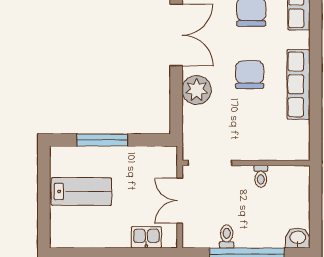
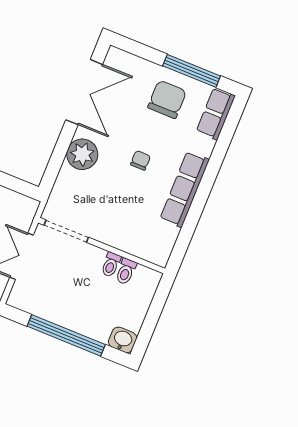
chair: (250, 75) -> (140, 160), width x0.54, depth x0.54
toilet: (227, 237) -> (126, 271), moved, turned 180

